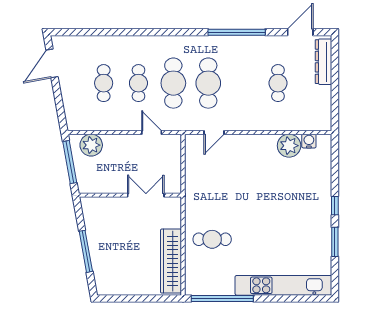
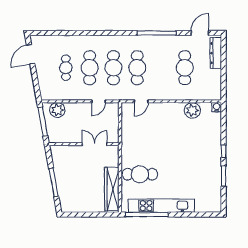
cafe table: (138, 83) -> (90, 68), width x1.37, depth x1.35
cafe table: (278, 83) -> (185, 68), width x1.37, depth x1.35
door: (152, 132) -> (99, 101), swing flipped
water cooler: (309, 141) -> (217, 107), moved
cafe table: (212, 239) -> (140, 174), width x1.37, depth x1.35
kitchen unit: (283, 285) -> (161, 206), moved

